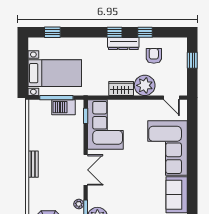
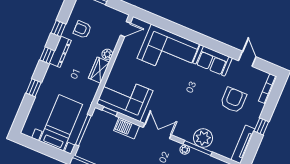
window: (52, 32) -> (34, 88), moved
plant: (145, 85) -> (107, 54), width x0.53, depth x0.53
barbecue: (64, 107) -> (127, 128), moved, turned 90

